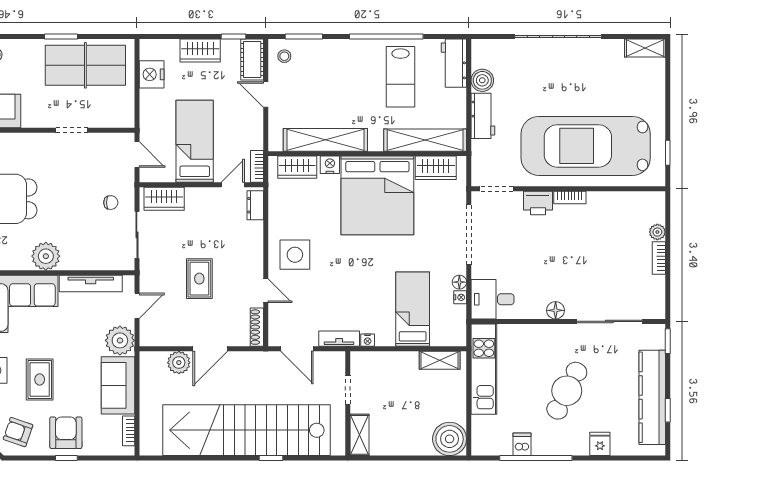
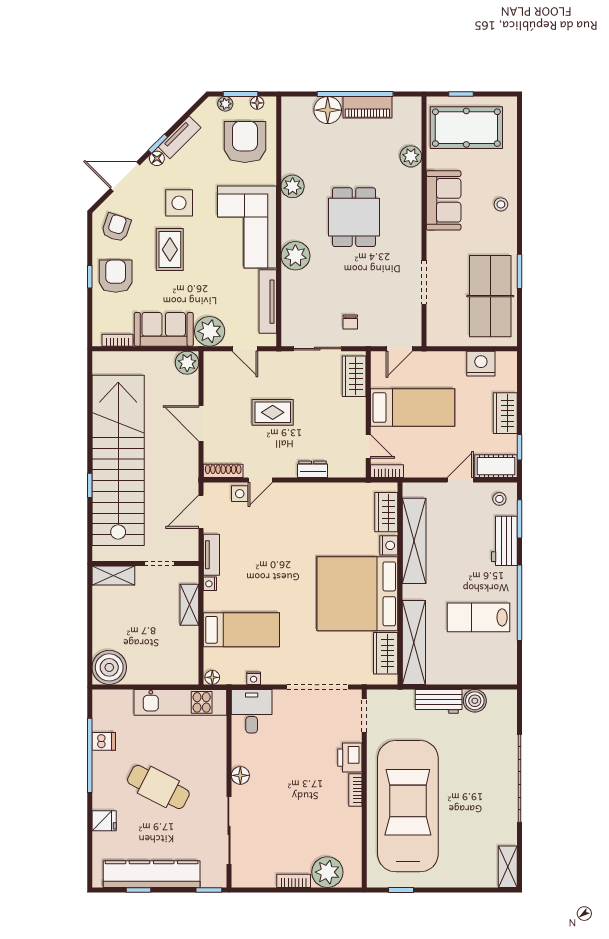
workbench: (454, 63) -> (504, 541), moved, turned -90
doorway: (72, 130) -> (424, 282), width x1.38
dresser: (255, 205) -> (313, 469), moved
plant: (657, 232) -> (327, 872), width x1.87, depth x1.87
side table: (295, 255) -> (240, 494), moved, width x0.54, depth x0.54
floor lamp: (459, 282) -> (212, 677), moved
shelving: (440, 360) -> (189, 605), moved
plant: (179, 363) -> (187, 363), moved
rug: (40, 380) -> (170, 250), turned 90
armchair: (66, 433) -> (116, 276), turned -90

